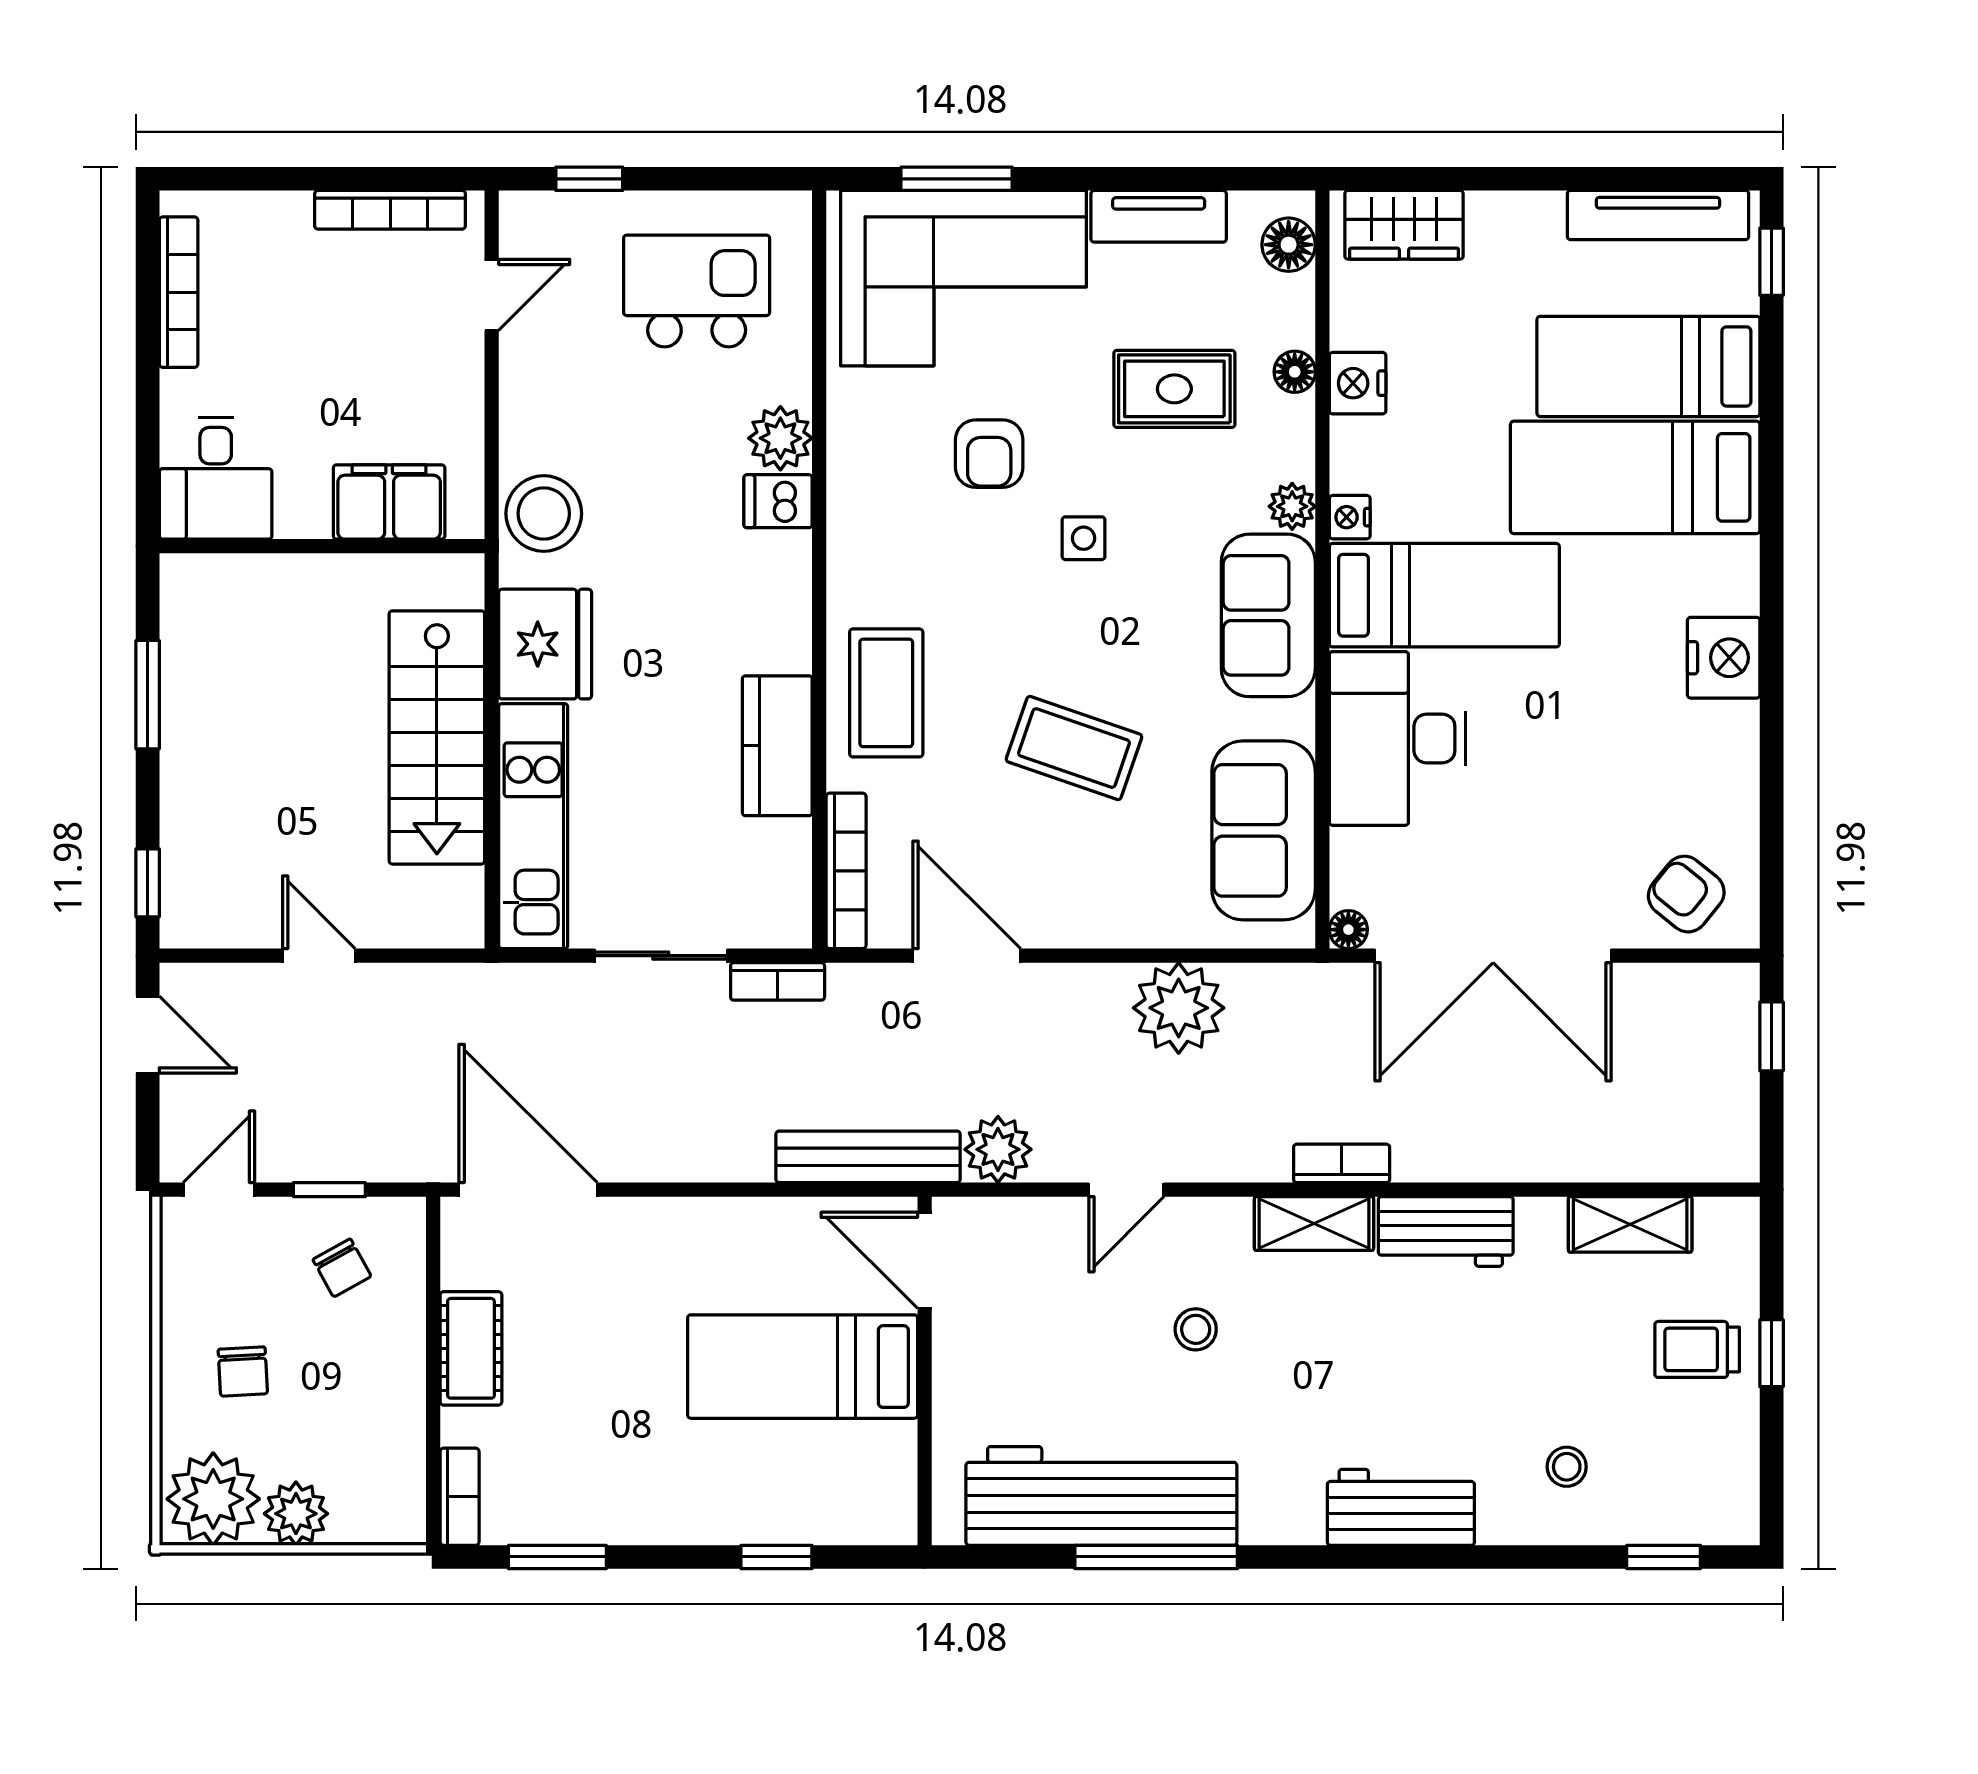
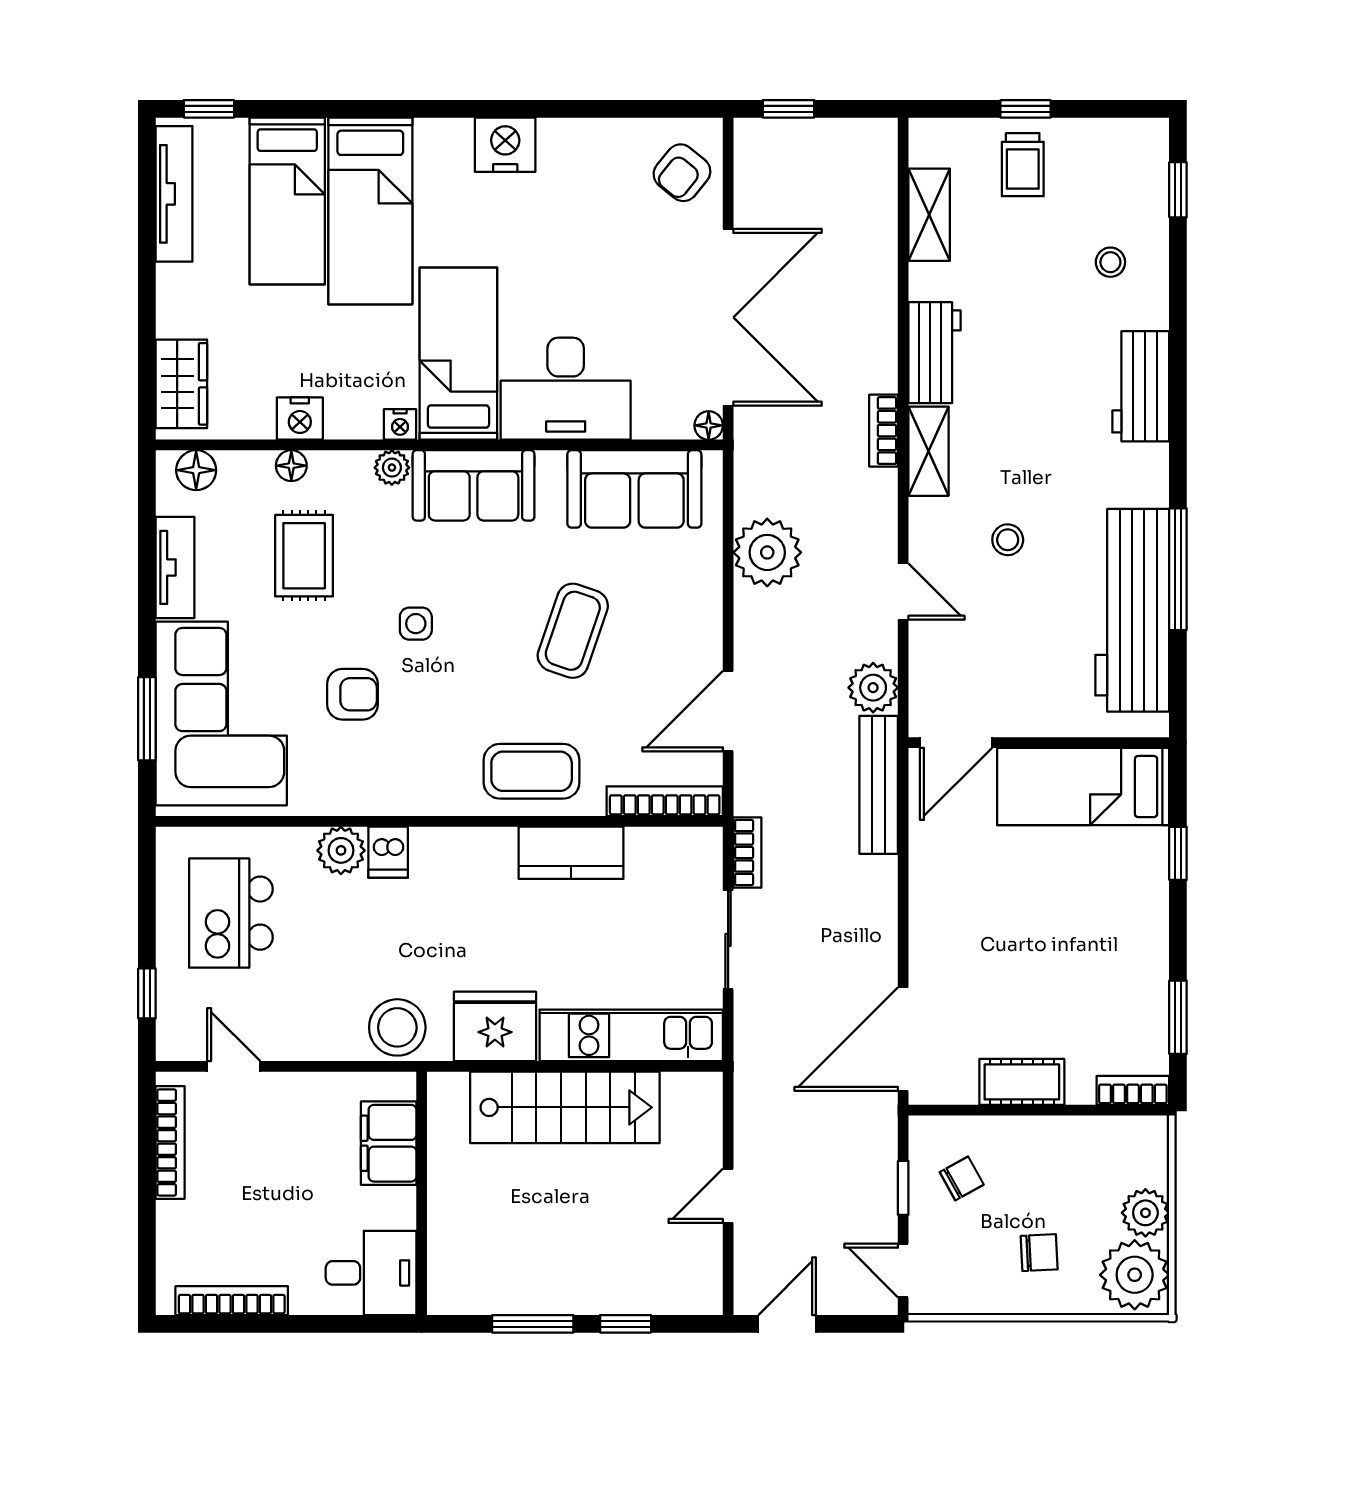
window: (148, 883) -> (626, 1324), moved
bed: (803, 1367) -> (1083, 787), moved, turned 90

